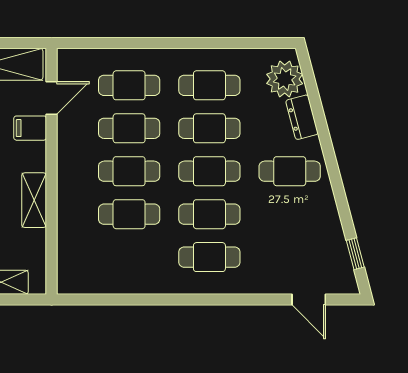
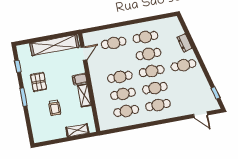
plant: (285, 79) -> (175, 29), removed
filing cabinet: (30, 128) -> (80, 79), moved
cafe table: (129, 128) -> (126, 111), moved

